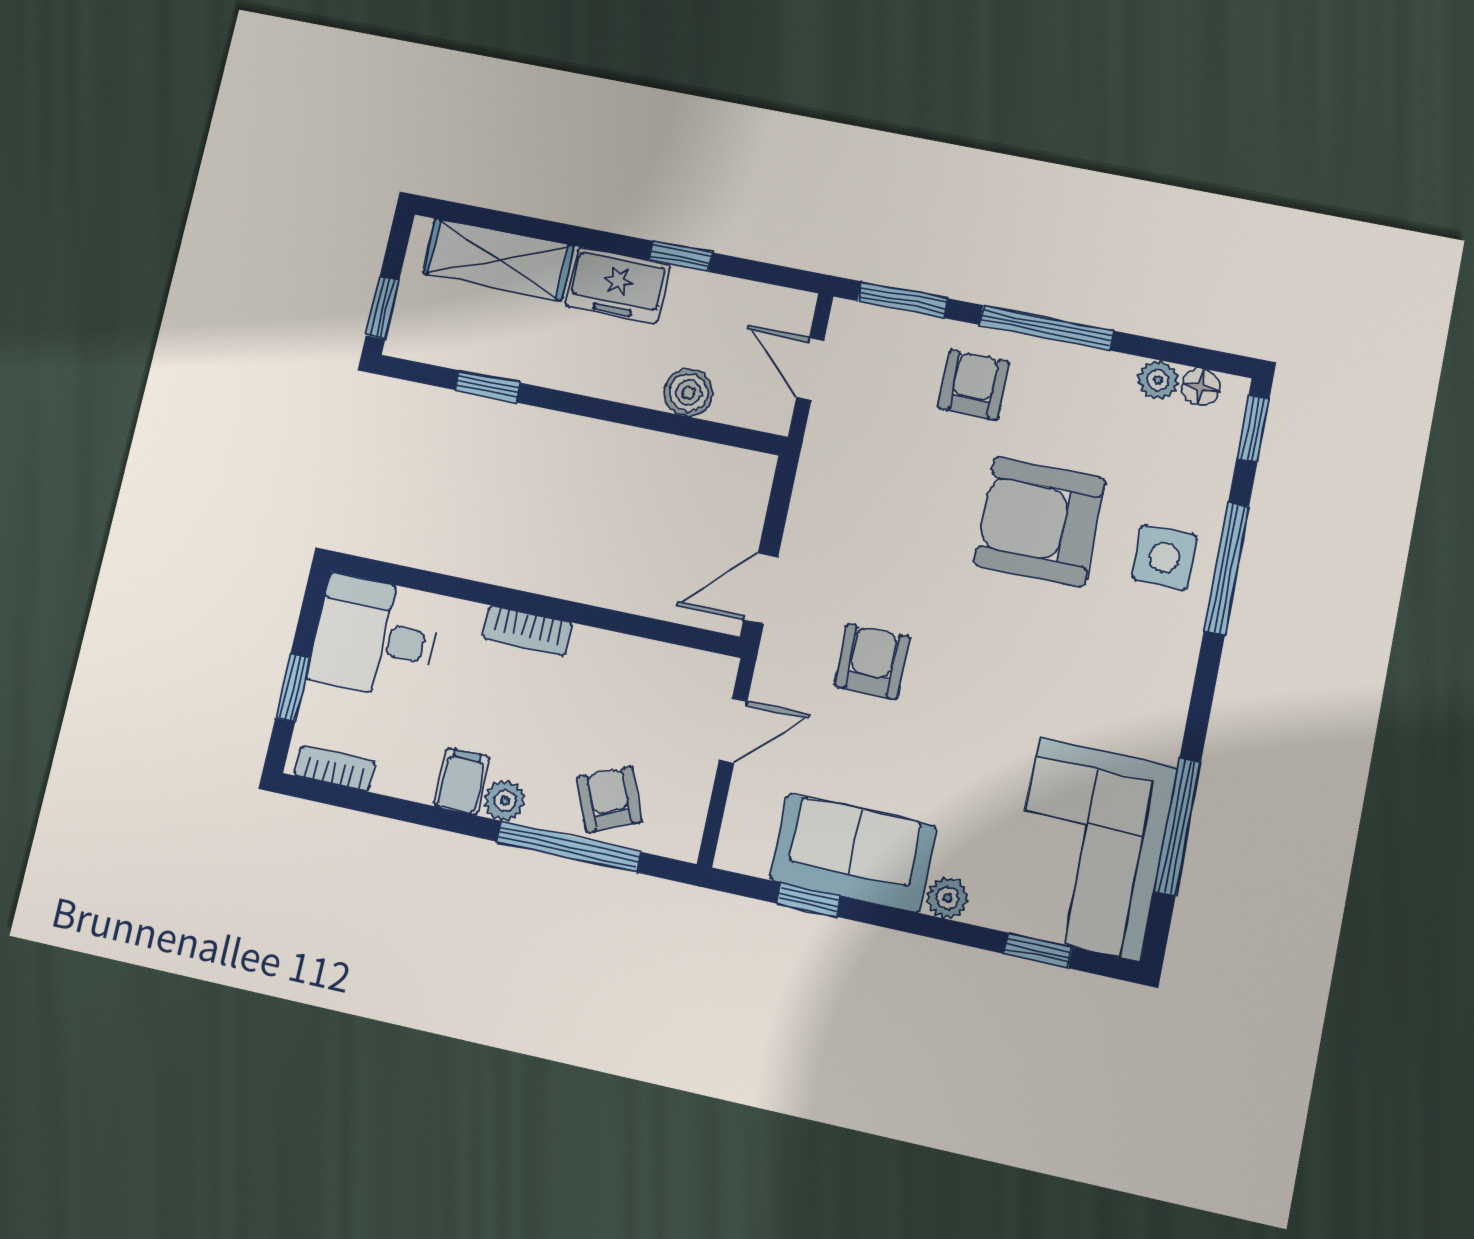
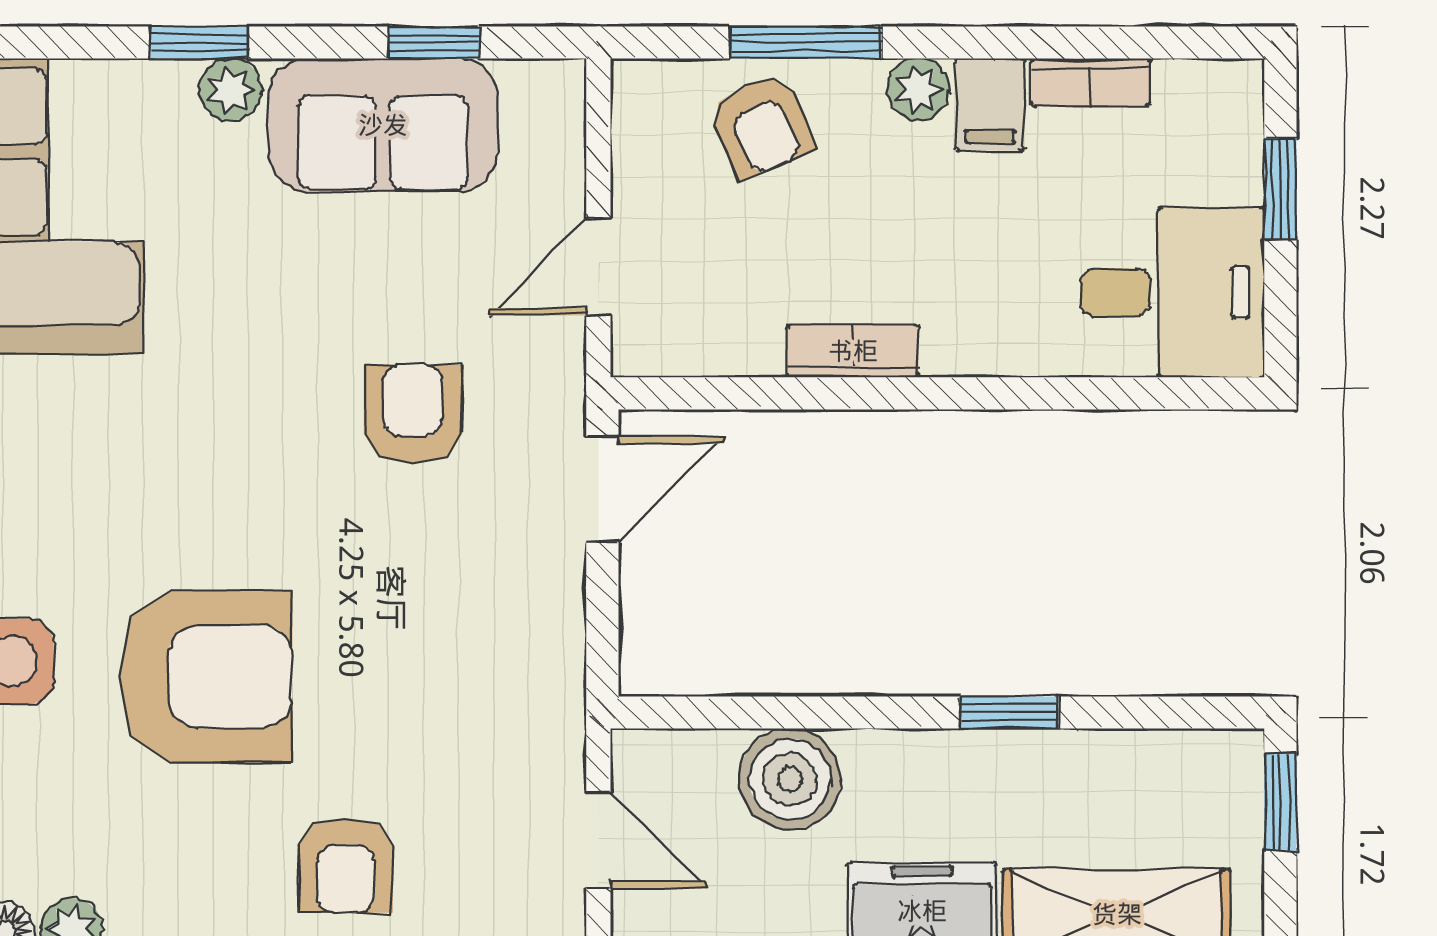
window: (487, 386) -> (1009, 713), moved
boiler: (689, 393) -> (790, 779), width x1.36, depth x1.36
bookcase: (527, 631) -> (853, 351), moved
armchair: (872, 661) -> (413, 414), turned 180
bookcase: (335, 768) -> (1091, 82), moved
window: (569, 847) -> (806, 42), width x0.69
window: (1038, 950) -> (199, 42), moved

